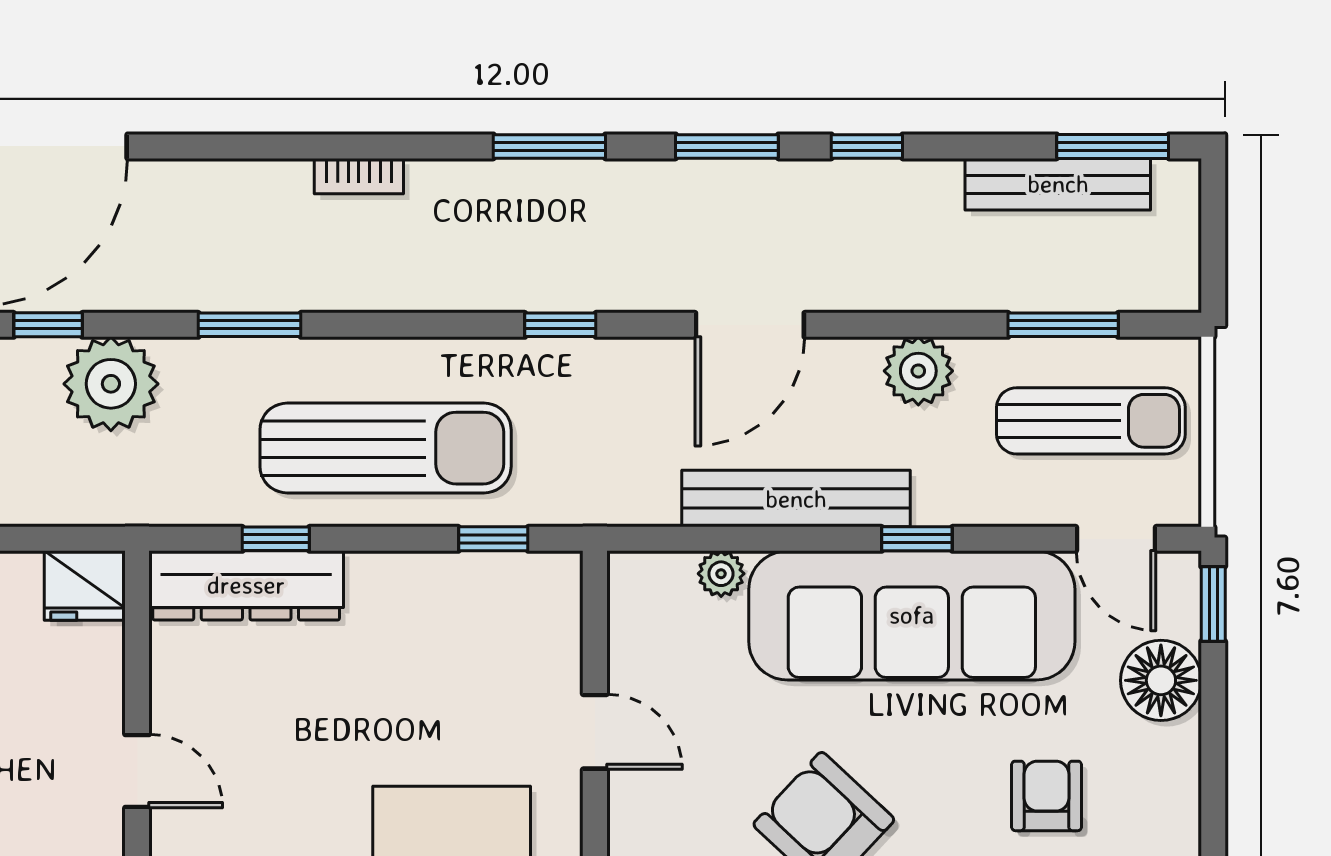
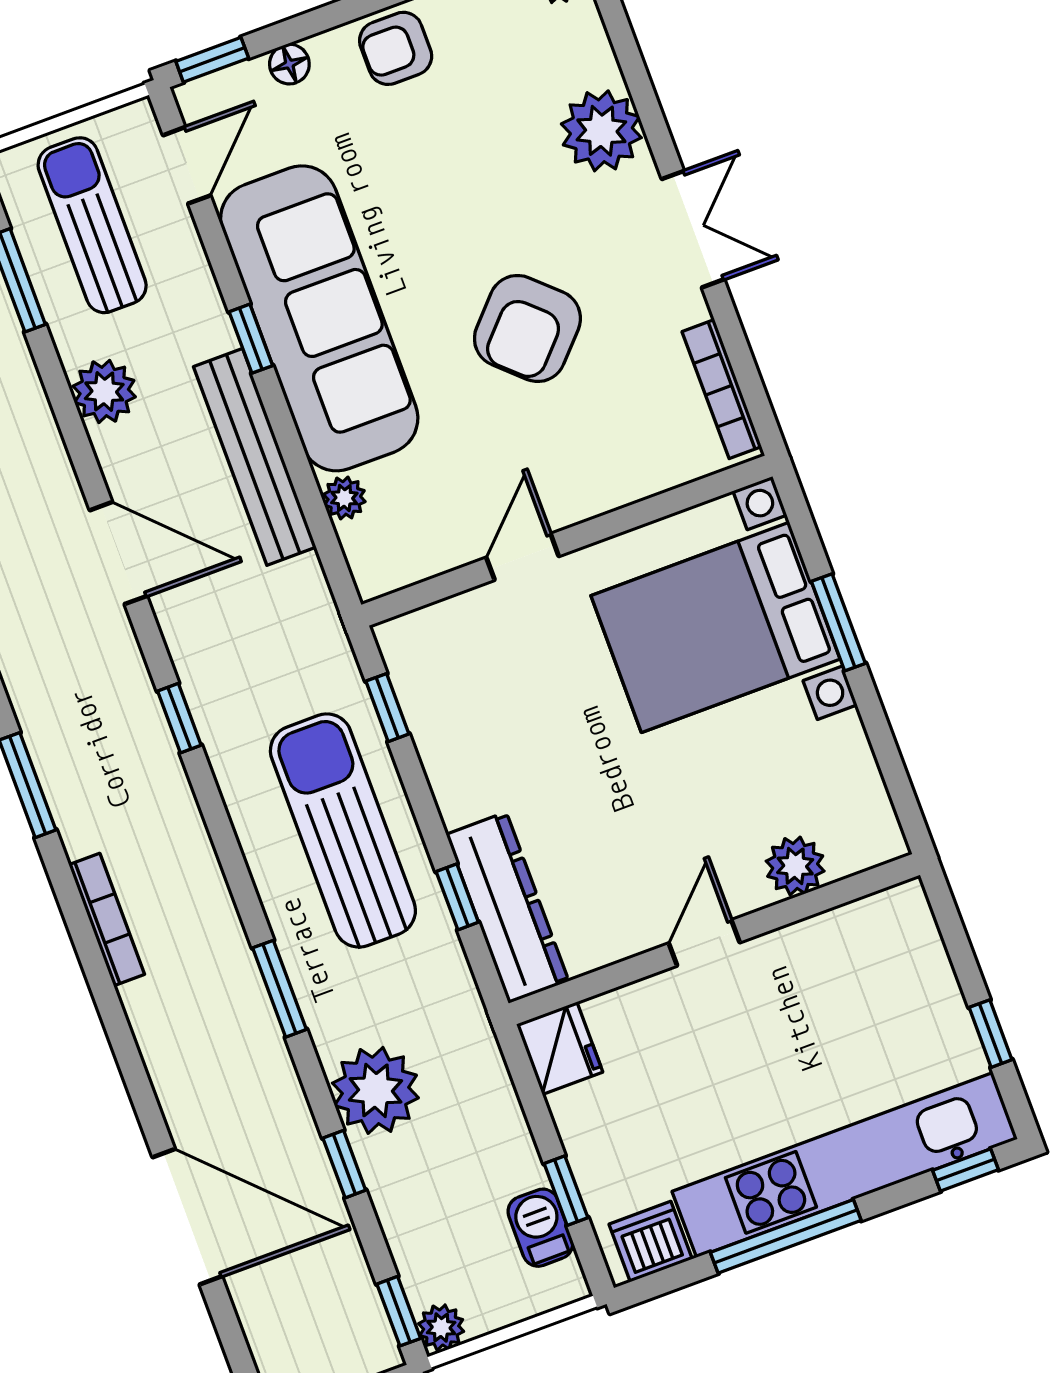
bookcase: (359, 176) -> (107, 919), width x1.56
floor lamp: (1161, 680) -> (289, 64), width x0.53, depth x0.53
armchair: (1047, 796) -> (396, 48), moved

